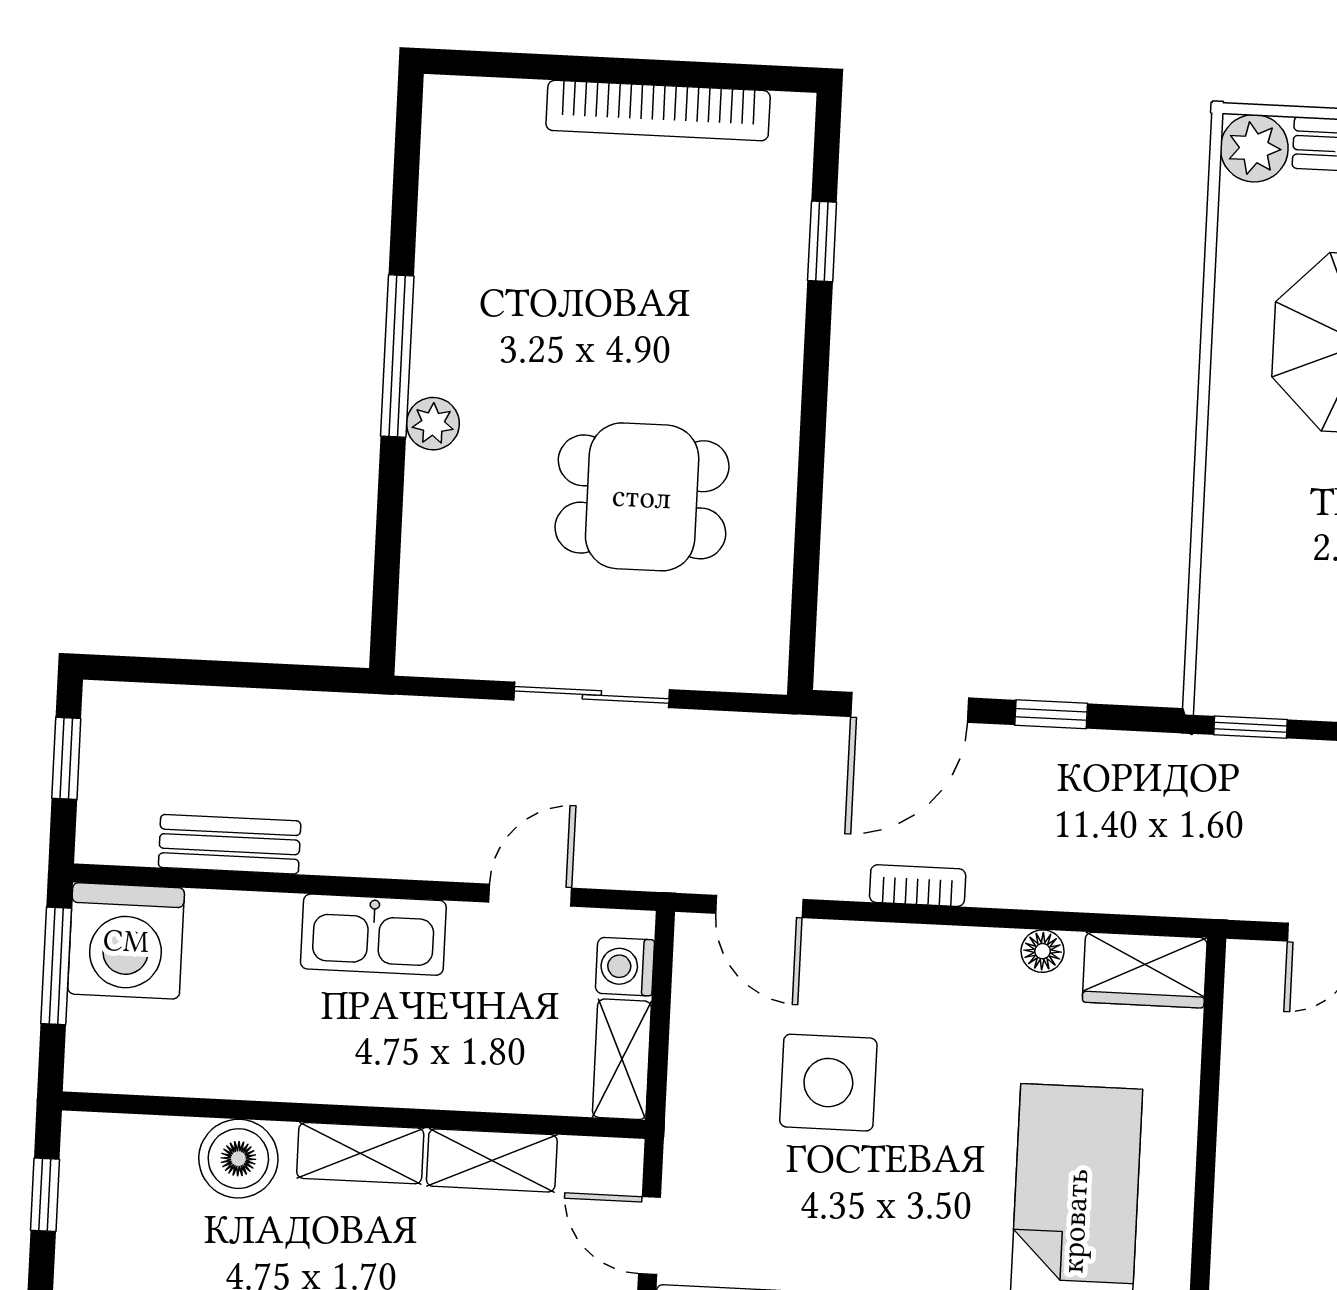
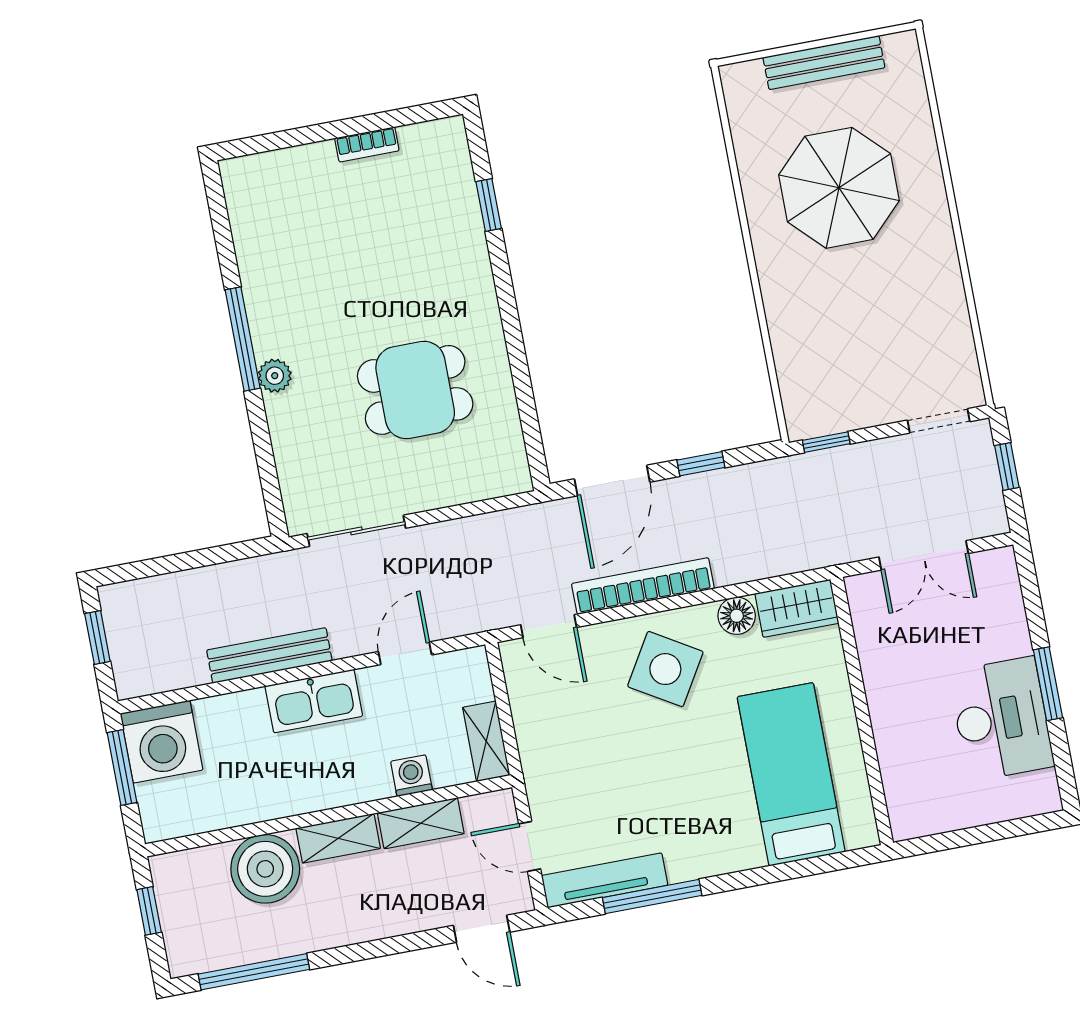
bookcase: (658, 111) -> (367, 144), width x0.43, depth x0.76
plant: (1254, 148) -> (742, 83), removed
sliding door: (592, 695) -> (356, 531), moved
bench: (230, 844) -> (269, 655), moved, width x1.36
bookcase: (918, 886) -> (643, 586), width x2.31, depth x1.31
floor lamp: (1043, 951) -> (737, 616), width x1.37, depth x1.37
washing machine: (625, 967) -> (411, 776), moved, turned 90
side table: (828, 1083) -> (665, 669), moved, turned 31
boiler: (238, 1159) -> (265, 869), width x1.37, depth x1.37

